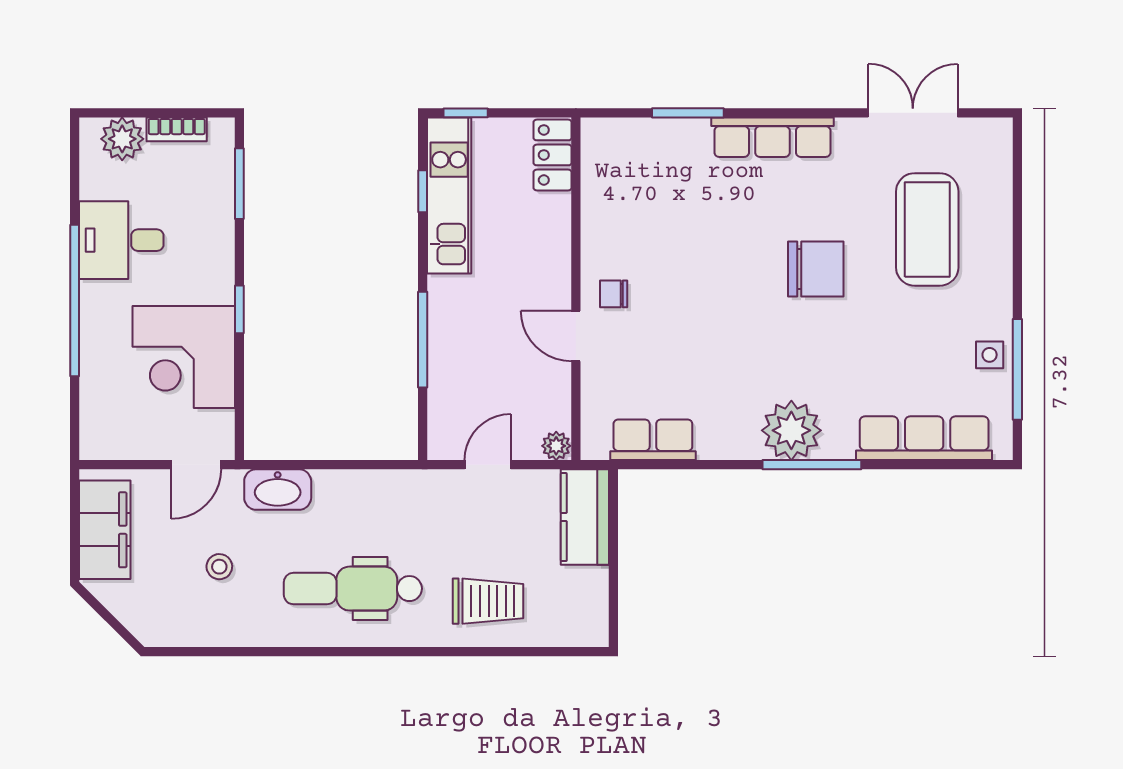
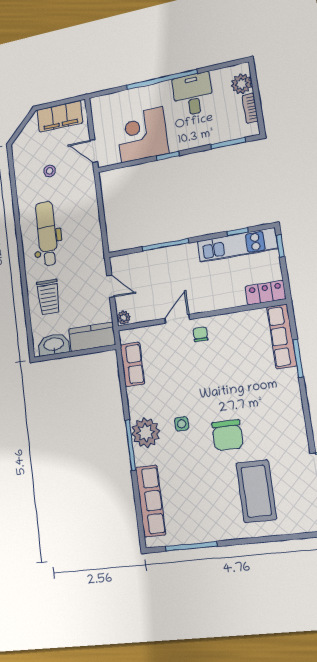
row of seats: (772, 137) -> (282, 336), moved
coffee table: (927, 229) -> (256, 491), turned 90
side table: (990, 355) -> (182, 424), moved
washbasin: (278, 490) -> (54, 345), moved, turned 90

